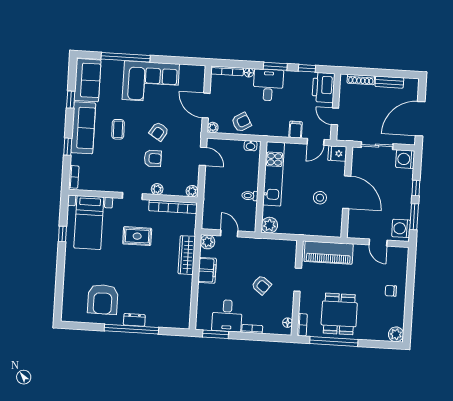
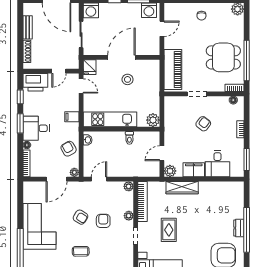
filing cabinet: (296, 130) -> (72, 117), moved
desk: (227, 316) -> (217, 164), moved, turned 90

